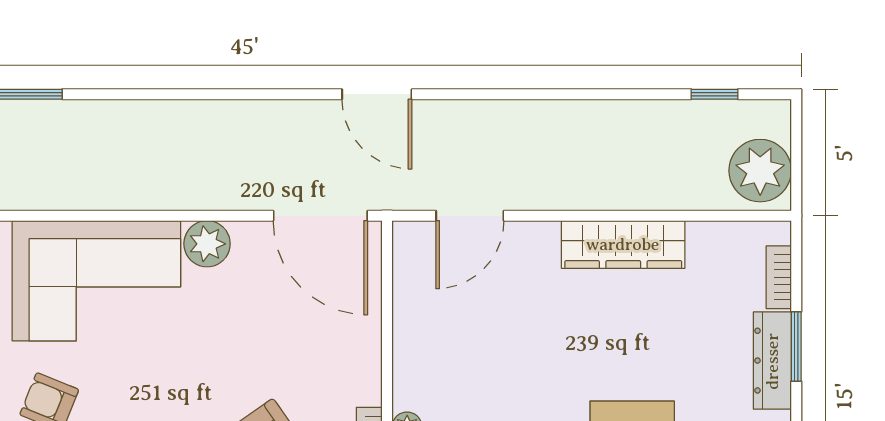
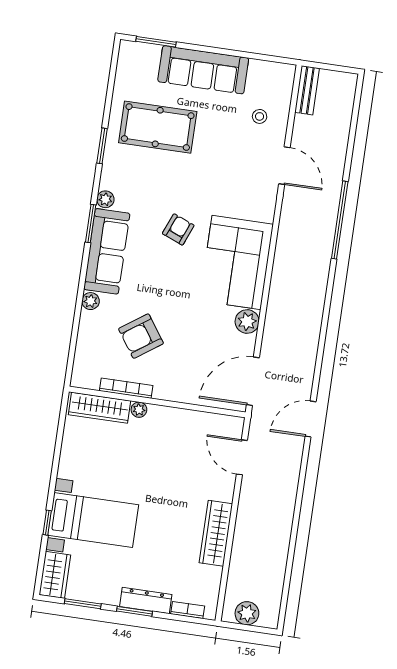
window: (715, 94) -> (286, 591), removed
plant: (760, 171) -> (247, 613), width x0.73, depth x0.73
window: (796, 347) -> (134, 611), moved

